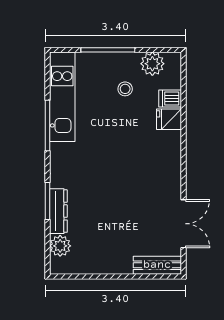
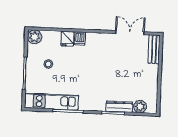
plant: (152, 64) -> (35, 37), moved
dishwasher: (170, 99) -> (80, 38), moved

